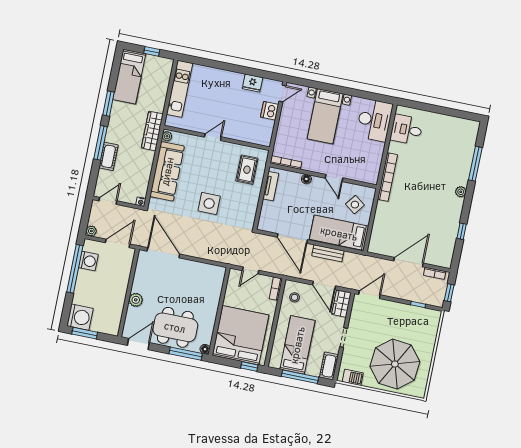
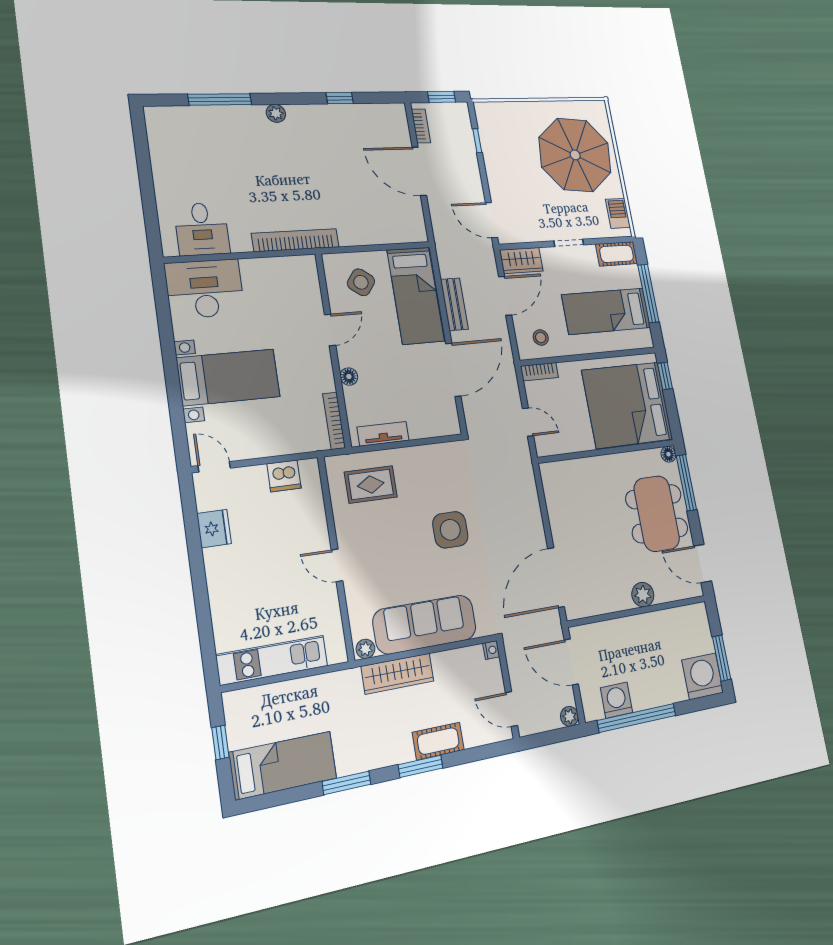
dishwasher: (270, 111) -> (284, 476), moved
wardrobe: (152, 131) -> (398, 674), moved
window: (101, 143) -> (420, 766), width x0.69

